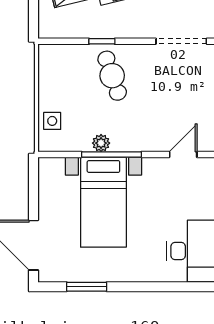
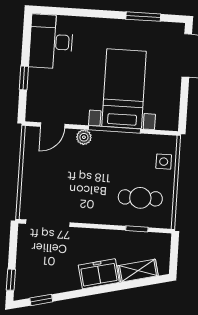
window: (102, 41) -> (137, 229), moved
cafe table: (112, 76) -> (140, 198), moved, turned -71
plant: (101, 143) -> (84, 137), moved

